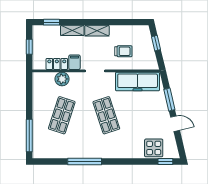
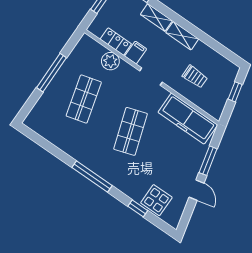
shop shelf: (62, 115) -> (84, 99), turned -33
window: (29, 135) -> (51, 73), moved
window: (85, 162) -> (92, 177), moved
window: (165, 162) -> (138, 208), moved

